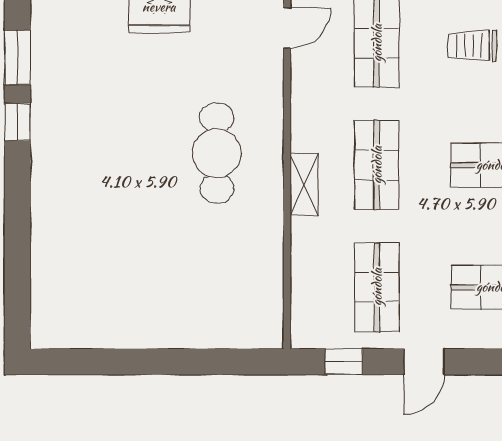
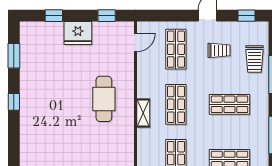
trolley: (472, 46) -> (219, 50), turned 180
window: (17, 122) -> (14, 102), moved

